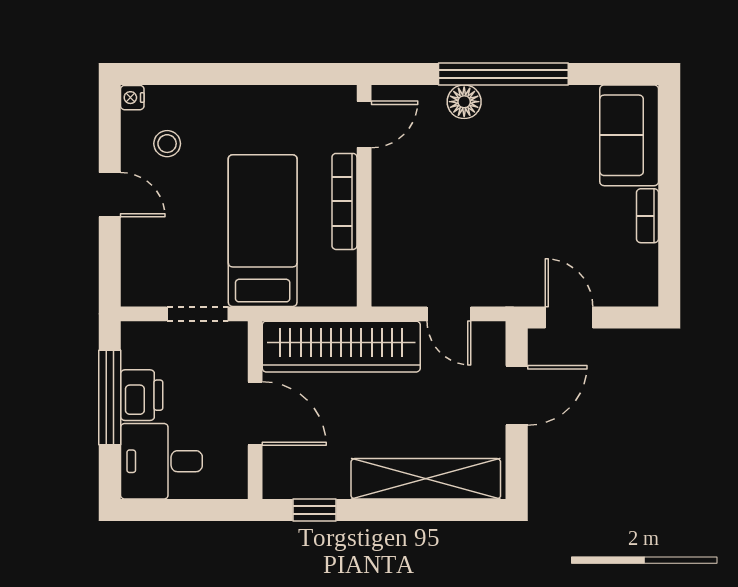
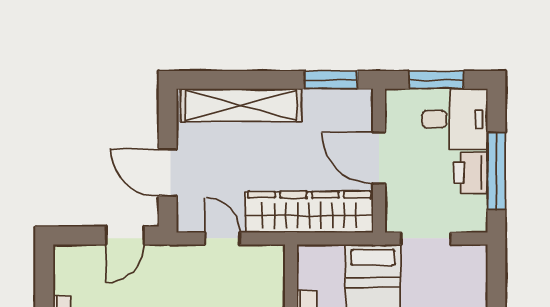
door: (569, 317) -> (125, 236), hinge flipped
door: (517, 395) -> (168, 173), hinge flipped
window: (184, 510) -> (436, 80), added
window: (314, 510) -> (331, 80), width x1.50

